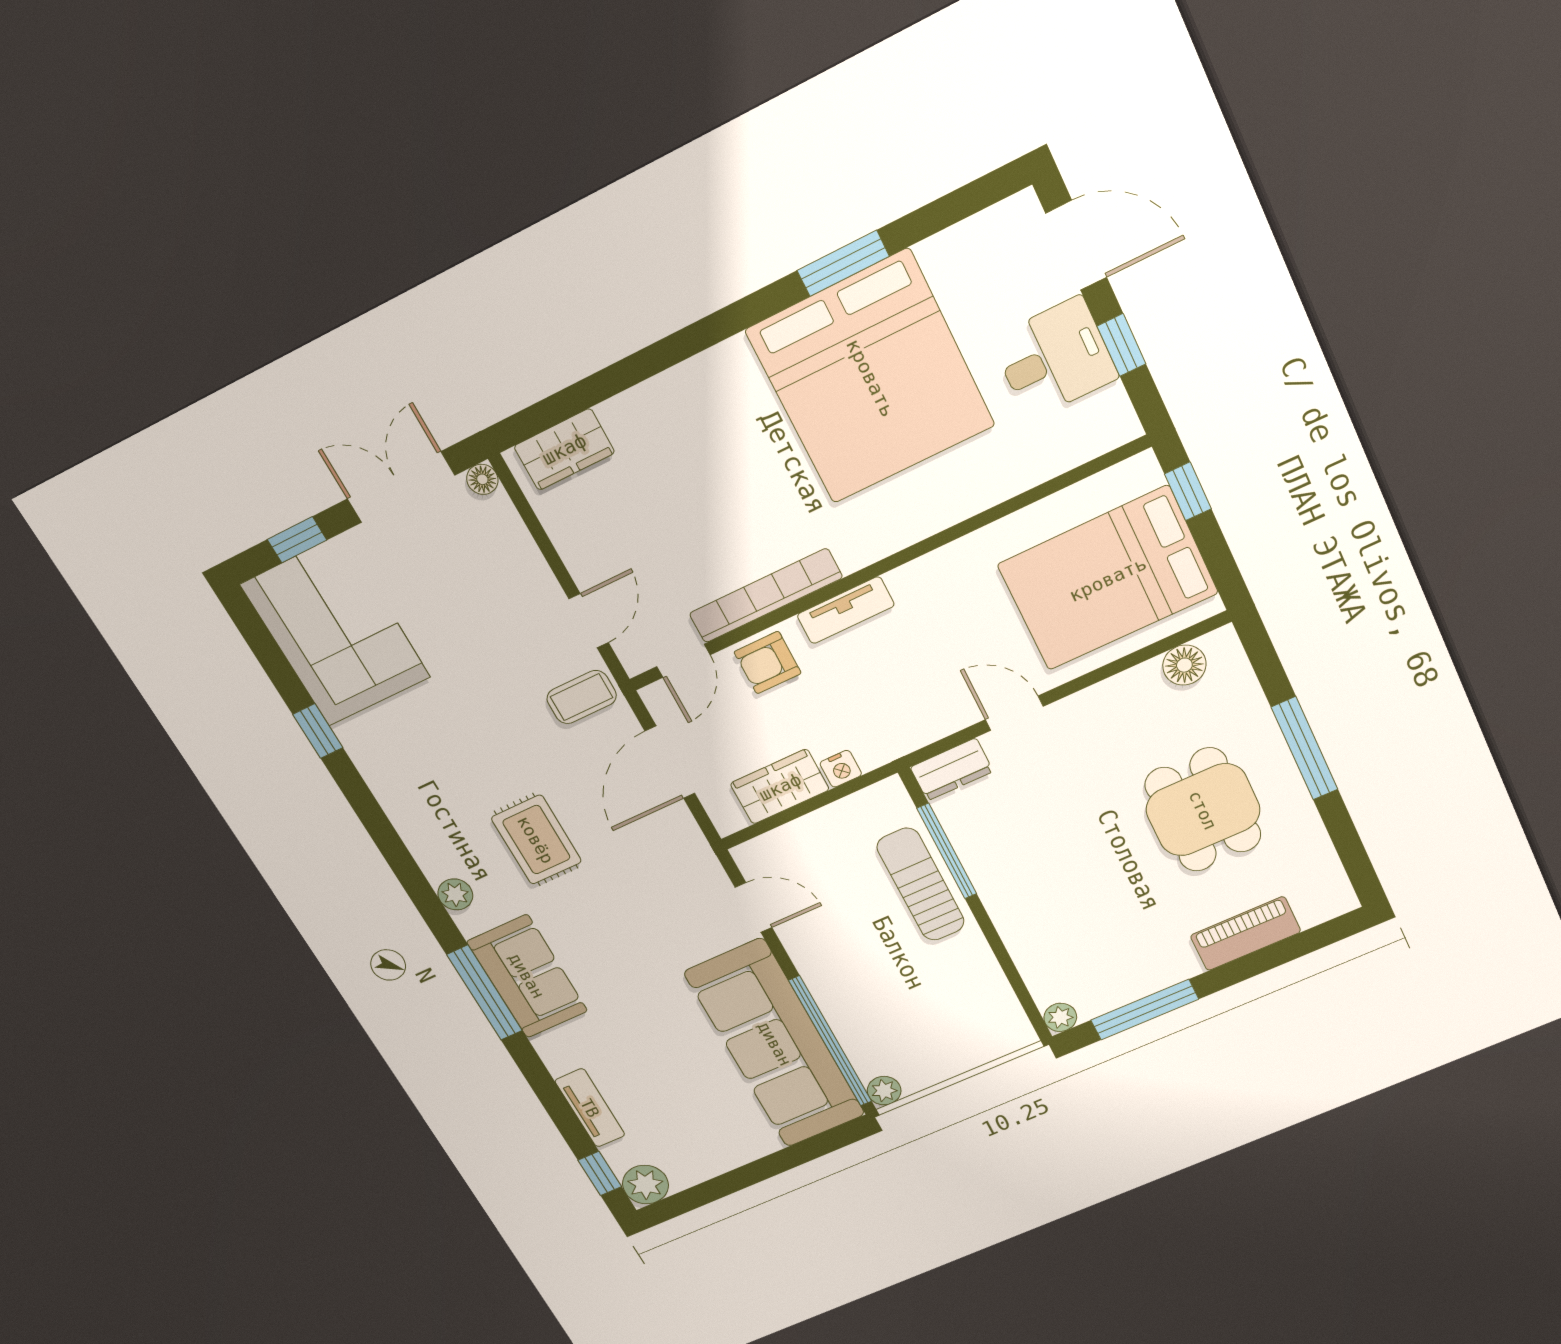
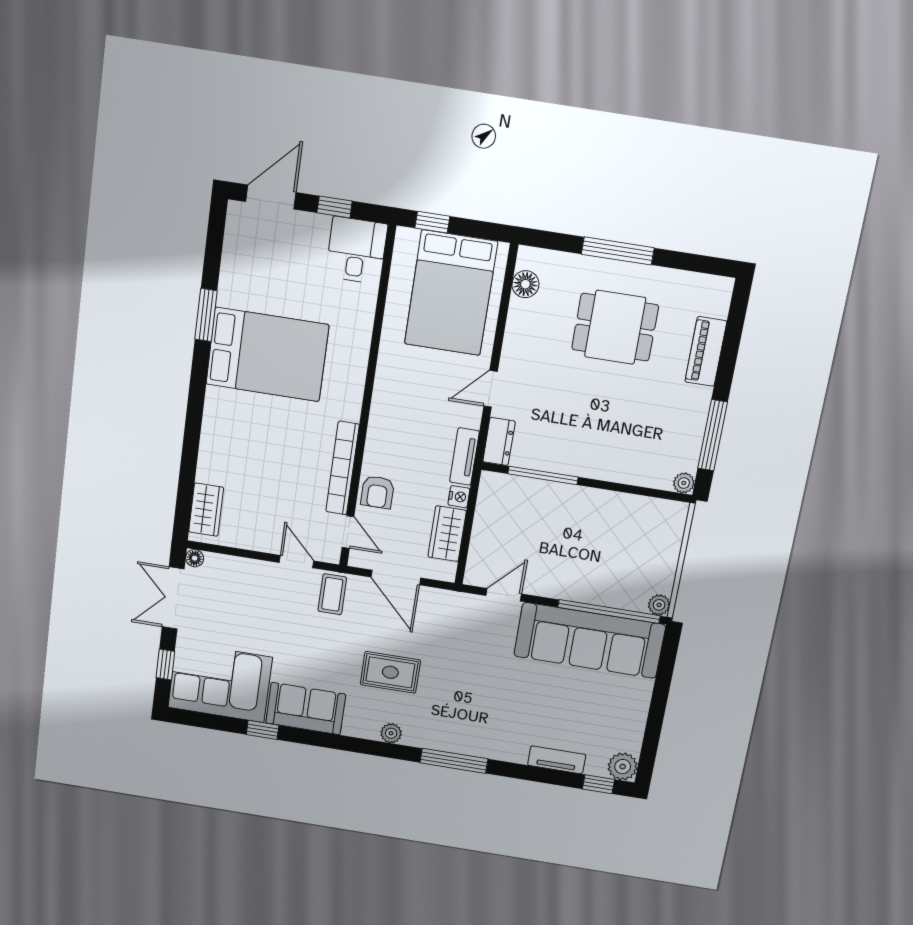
desk: (1055, 358) -> (356, 250), moved
bed: (871, 378) -> (267, 354), width x0.73
tv unit: (846, 610) -> (464, 457), moved, turned 180
sun lounger: (921, 884) -> (552, 502), removed
sofa: (527, 976) -> (306, 709), moved

